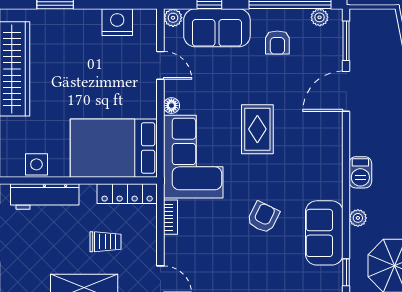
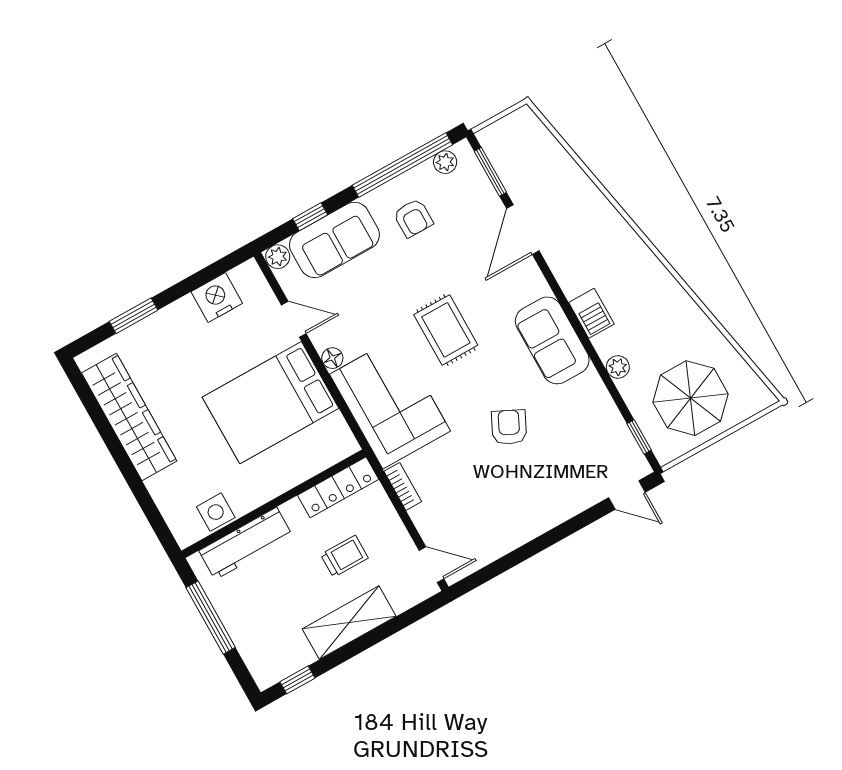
bed: (114, 148) -> (271, 403), moved
sofa: (324, 233) -> (552, 340), moved

